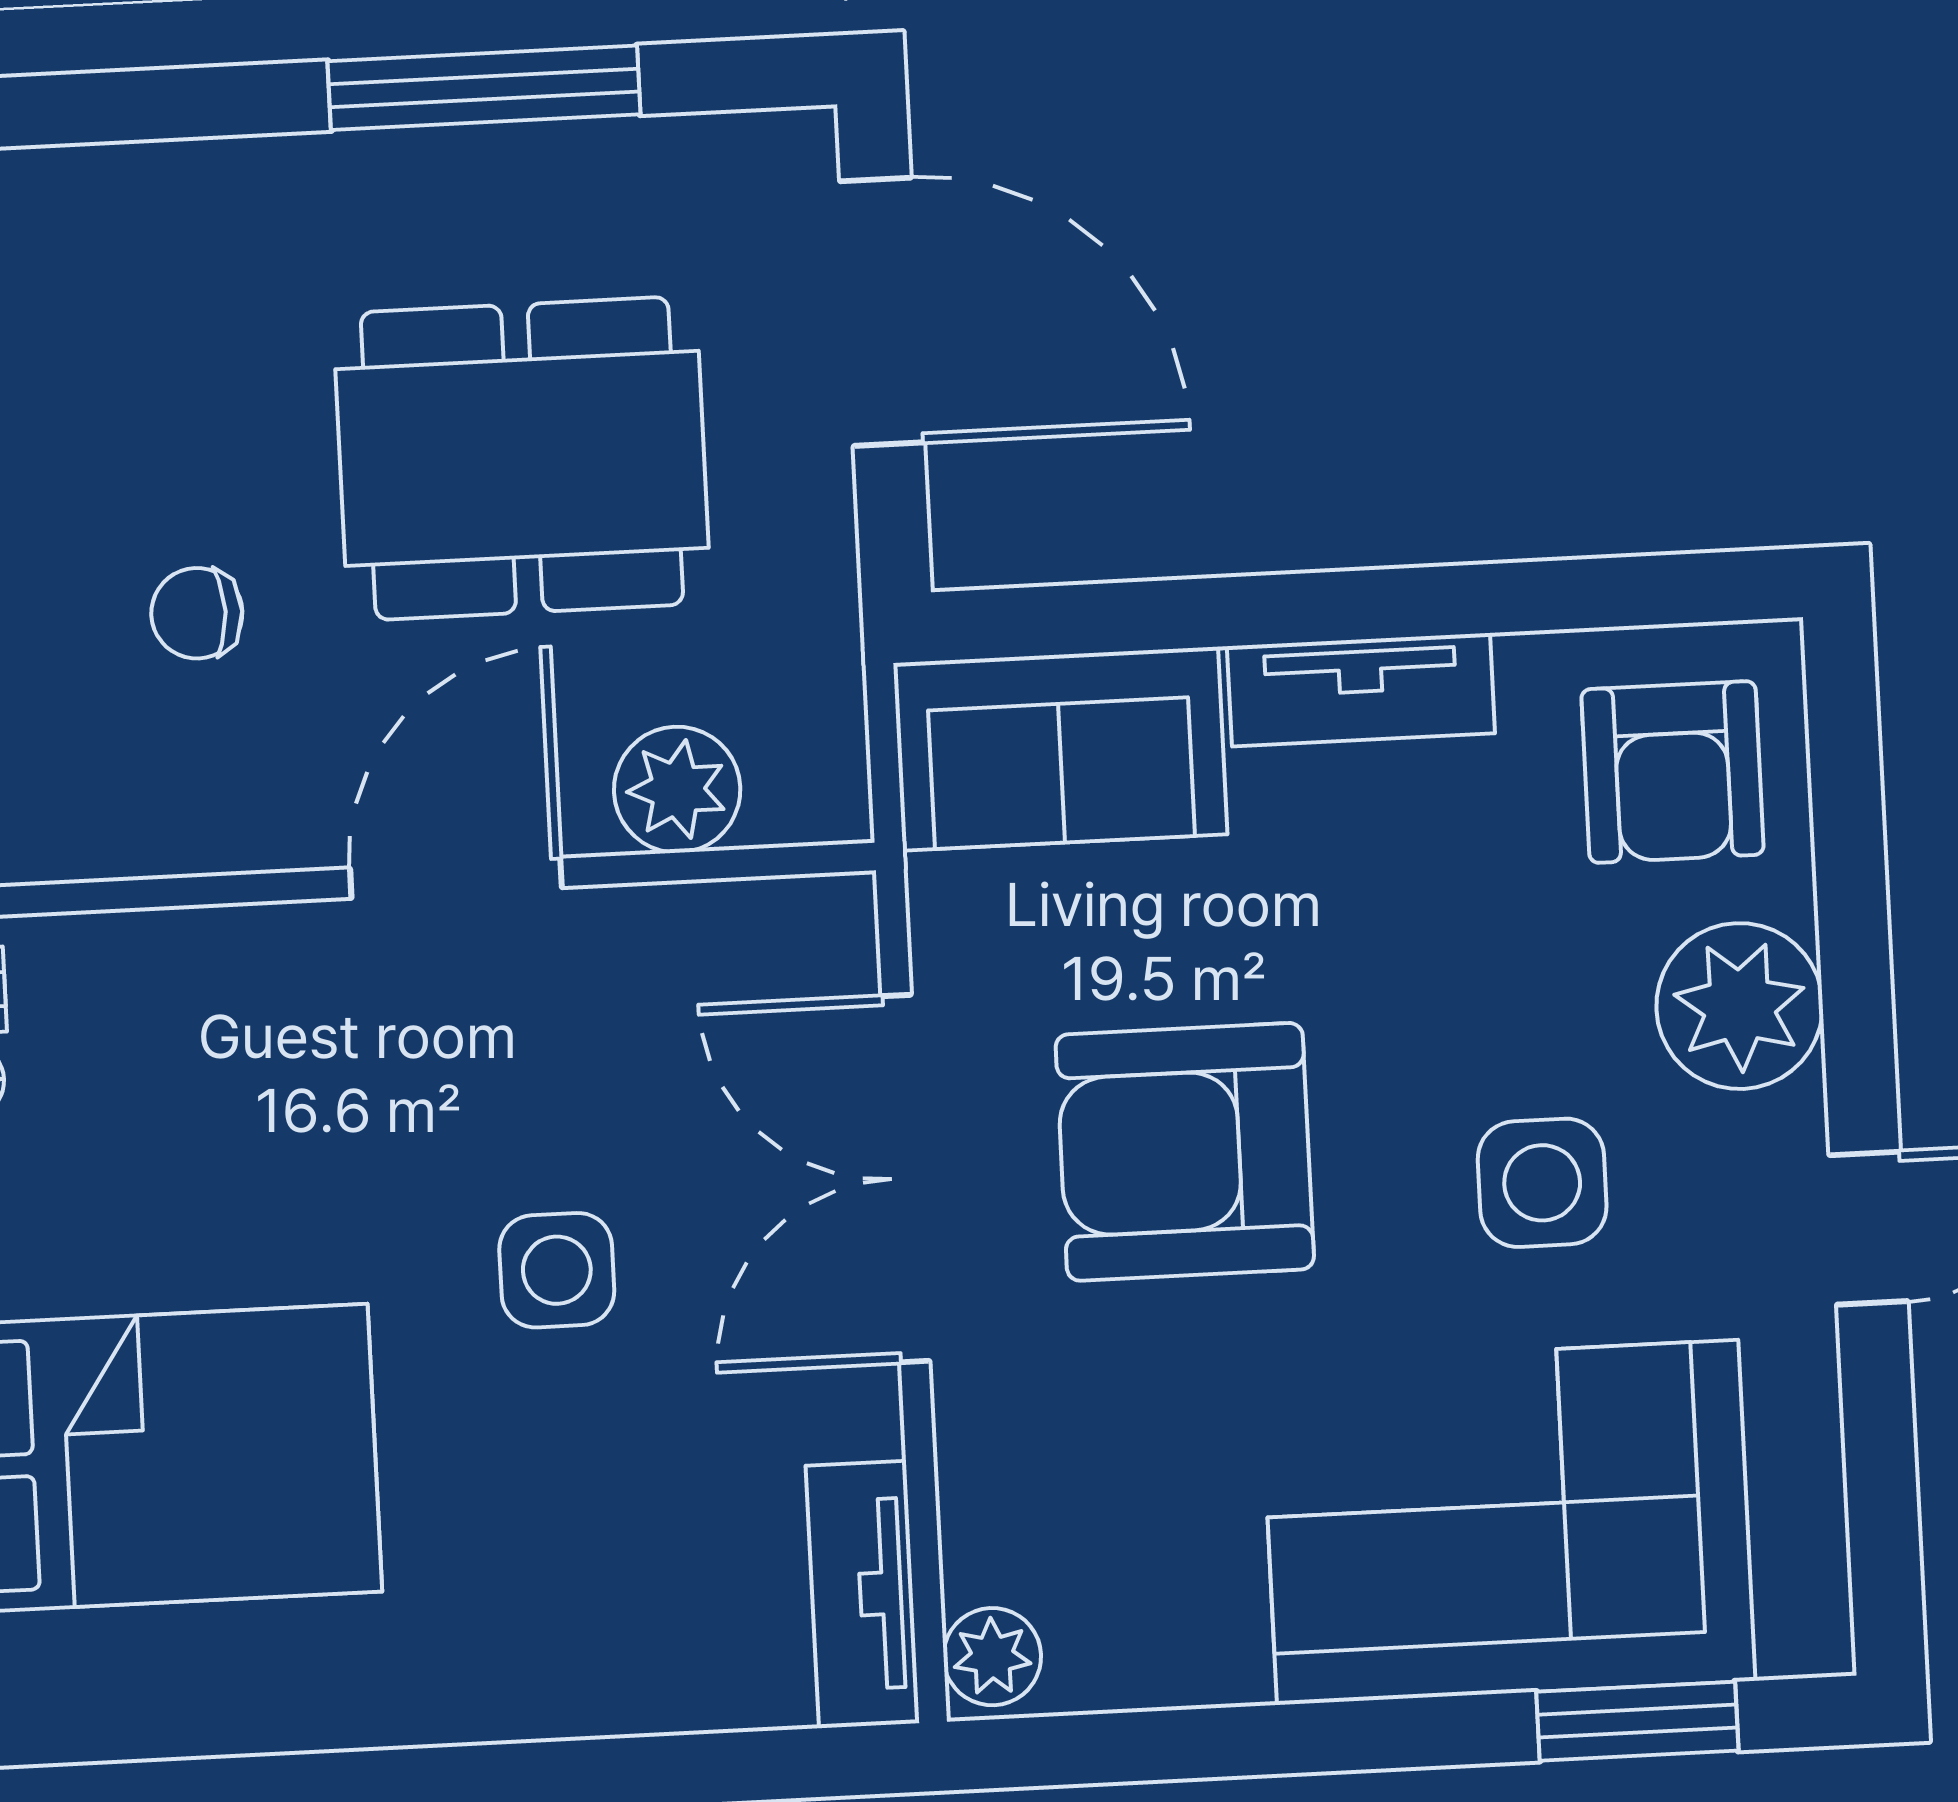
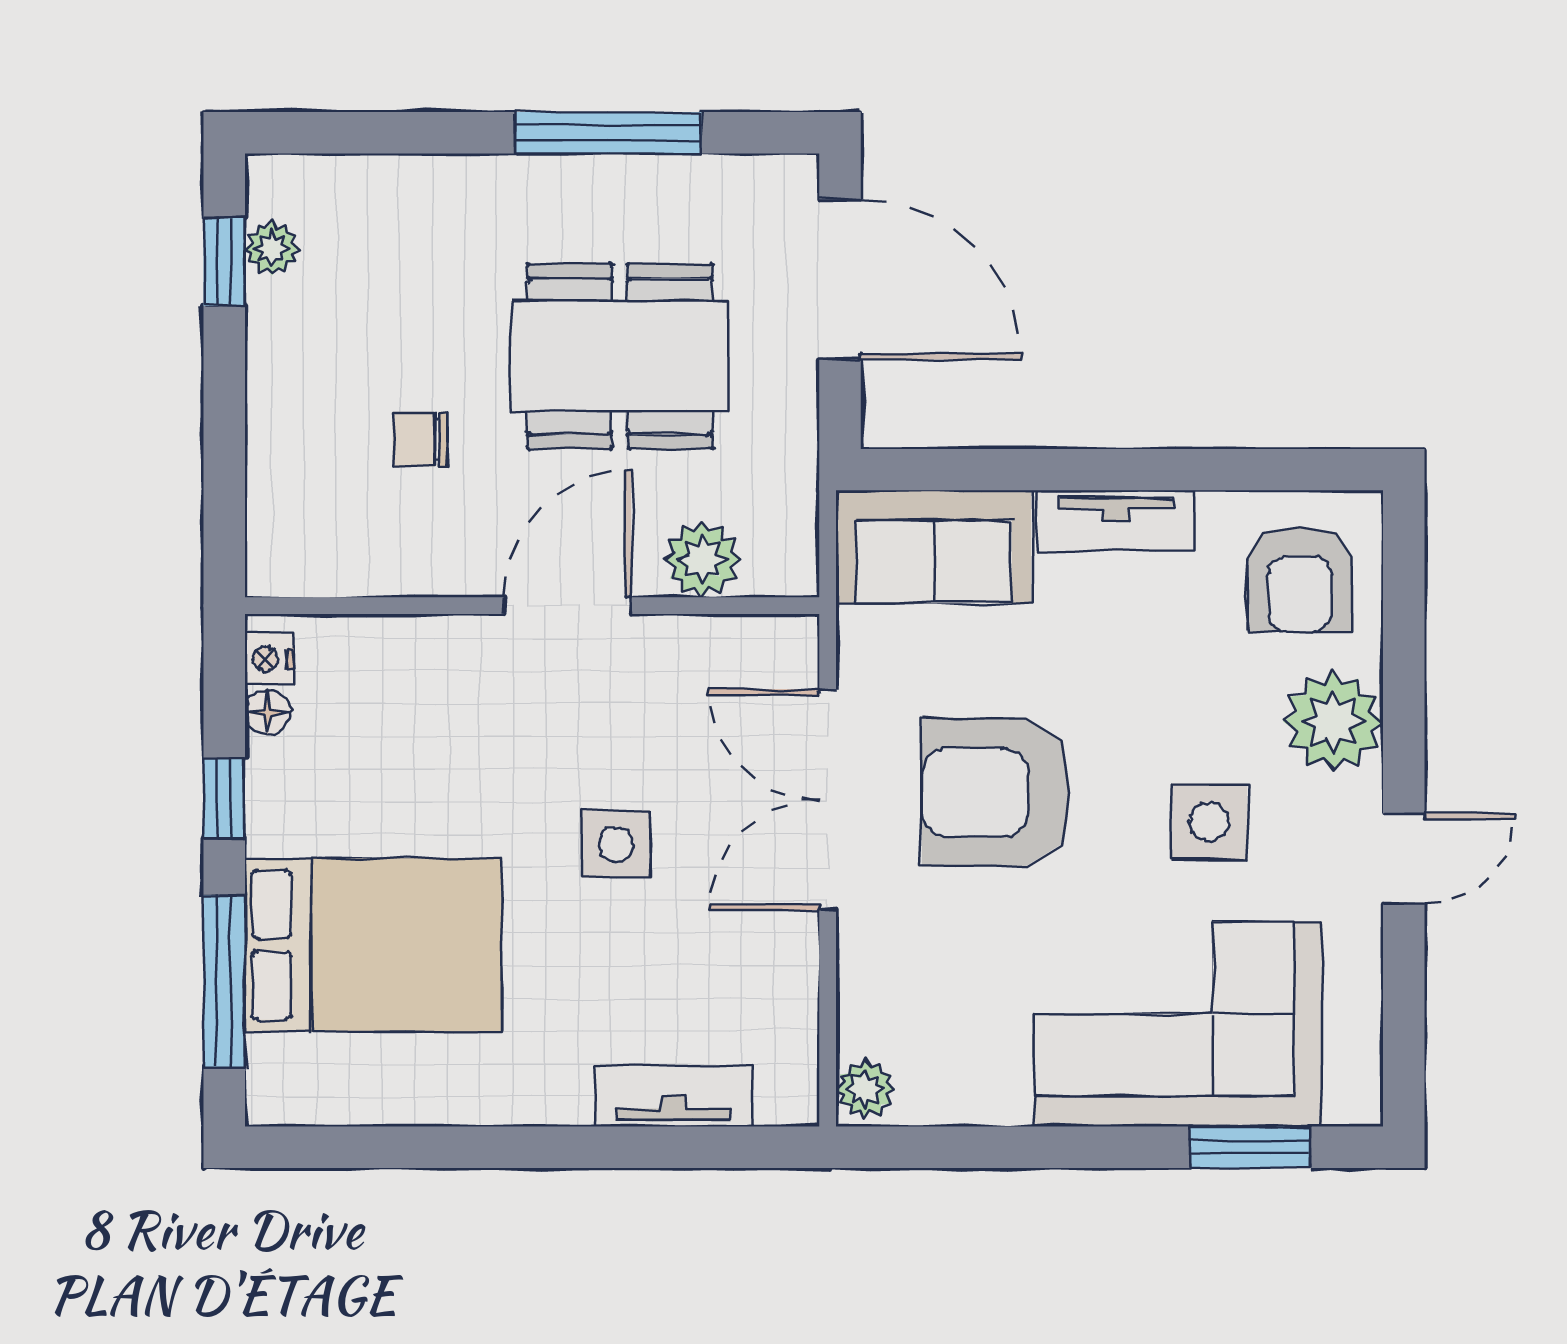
tv unit: (863, 1594) -> (674, 1097), moved, turned 90

